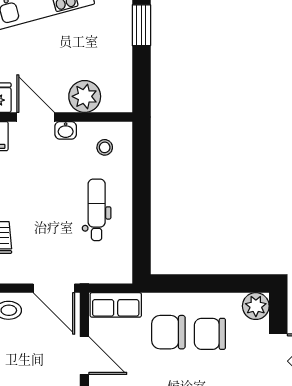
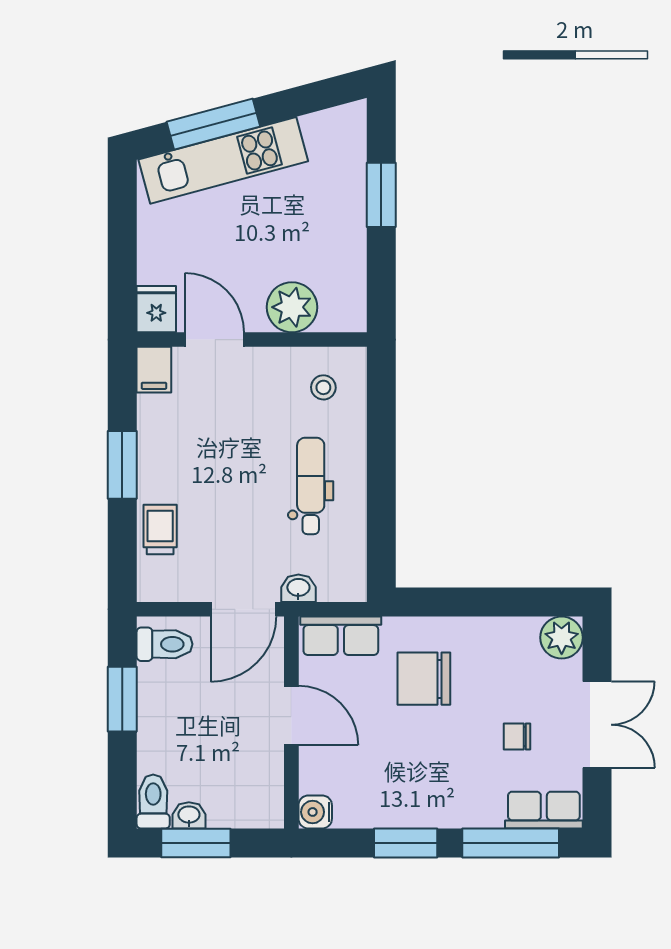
washbasin: (66, 130) -> (298, 588), moved, turned 180
door: (54, 288) -> (243, 609), hinge flipped
chair: (210, 334) -> (517, 737), moved, width x0.54, depth x0.54

